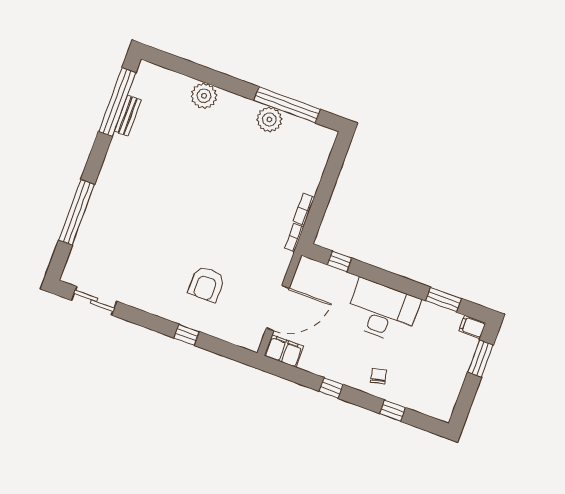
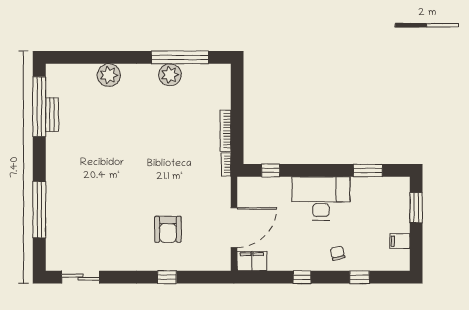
bookcase: (304, 209) -> (225, 131), width x1.56
filing cabinet: (472, 327) -> (400, 241), moved

